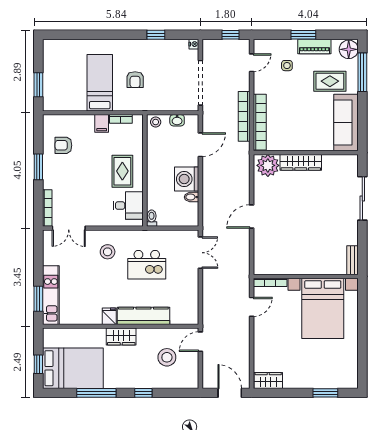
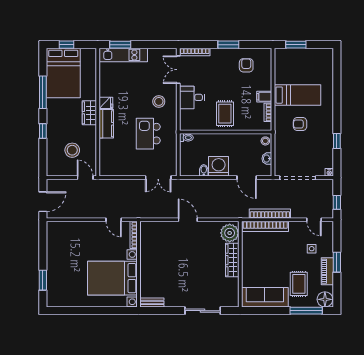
rug: (122, 171) -> (225, 114), turned 90
desk: (128, 206) -> (192, 97), moved, turned 90
kitchen counter: (143, 316) -> (106, 124), width x0.67
wardrobe: (268, 380) -> (53, 233), removed

